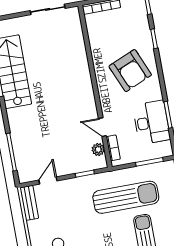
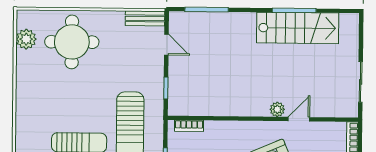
door: (102, 127) -> (299, 119), moved
plant: (98, 150) -> (277, 109), moved

